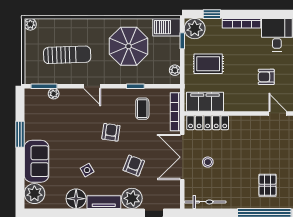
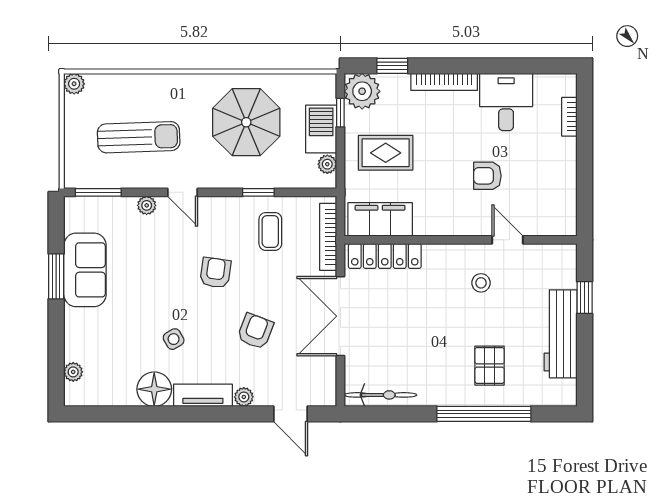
barbecue: (167, 27) -> (321, 129), moved, turned 90
plant: (54, 94) -> (147, 205), moved
sofa: (36, 161) -> (85, 270), moved
stool: (208, 162) -> (481, 283), moved
plant: (34, 194) -> (73, 372), width x0.53, depth x0.53
plant: (132, 198) -> (244, 397), width x0.53, depth x0.53

